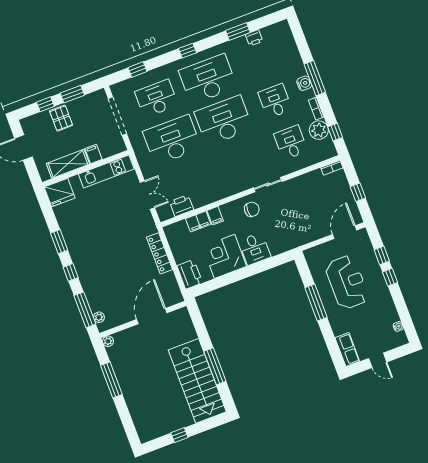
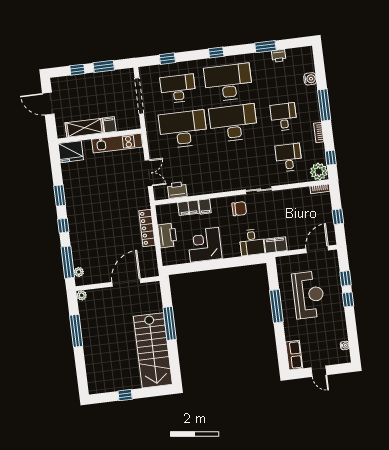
water cooler: (304, 83) -> (310, 79), moved
pallet: (61, 118) -> (88, 85), removed
plant: (319, 130) -> (319, 172), moved
filing cabinet: (300, 238) -> (276, 245), added
desk: (255, 249) -> (252, 242), moved
printer: (190, 274) -> (167, 235), moved
window: (215, 366) -> (170, 323), moved

